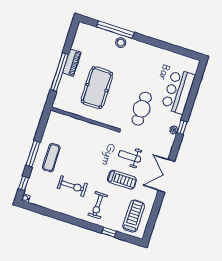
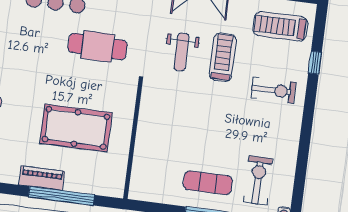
exercise bike: (72, 186) -> (258, 180), moved

